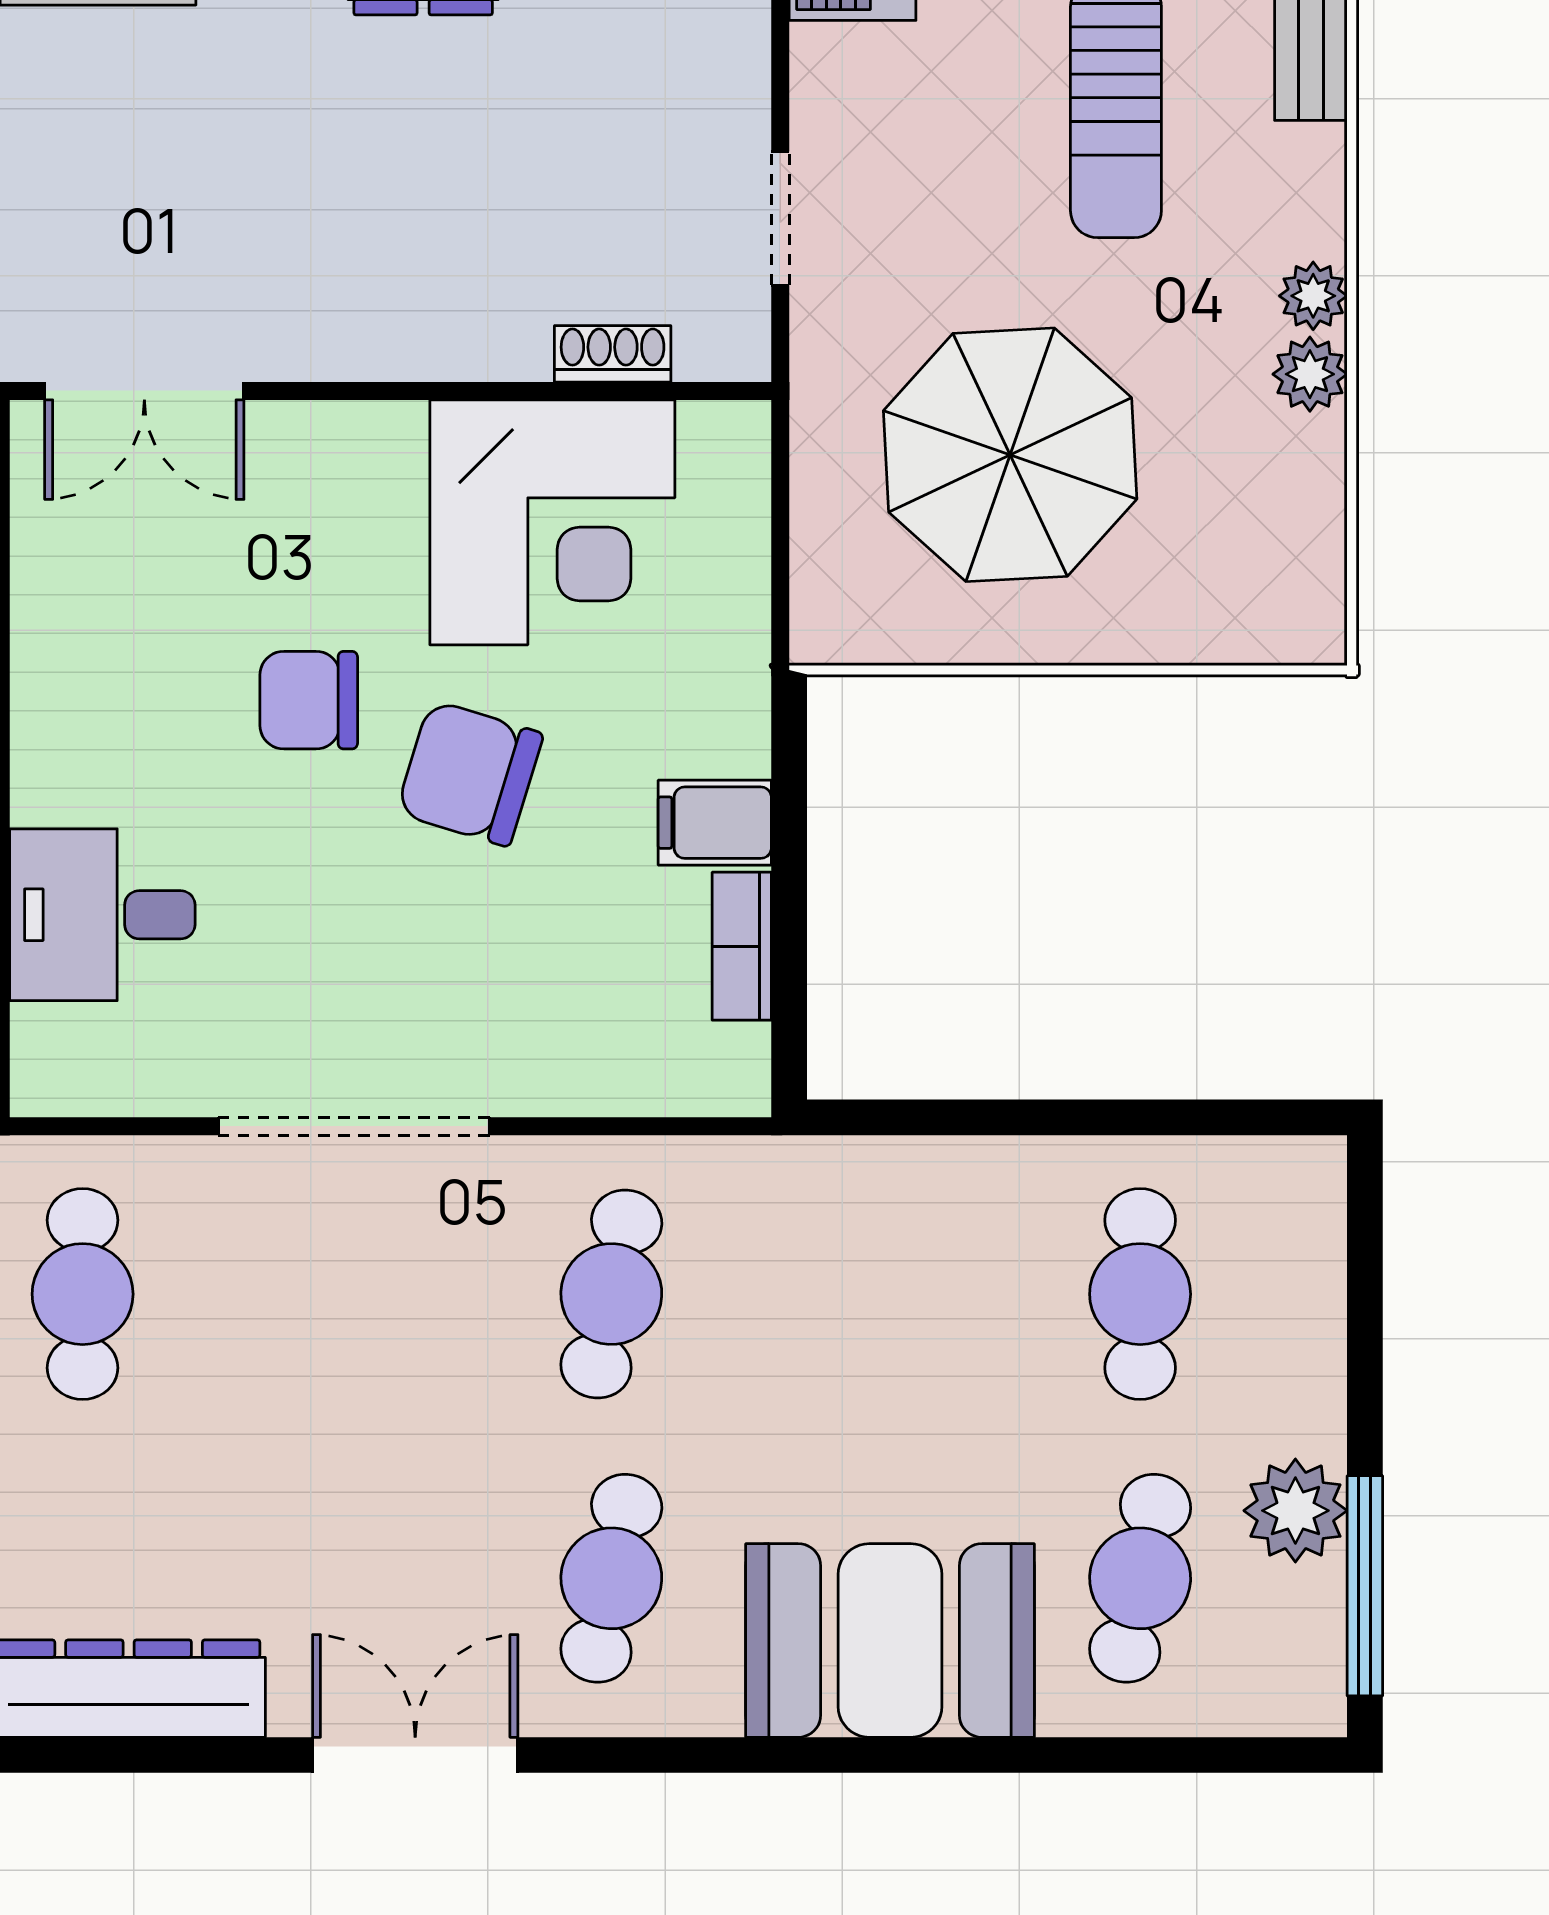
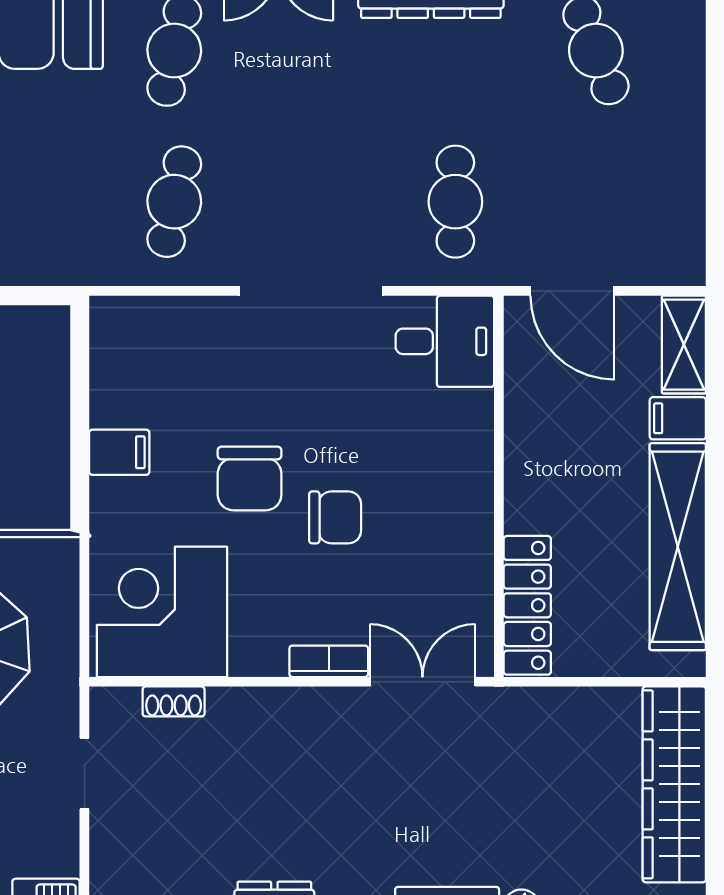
corner desk: (552, 522) -> (162, 612), moved
chair: (470, 773) -> (250, 478), turned 73
desk: (102, 915) -> (445, 341), moved
bookcase: (742, 946) -> (329, 661), moved, turned -90

